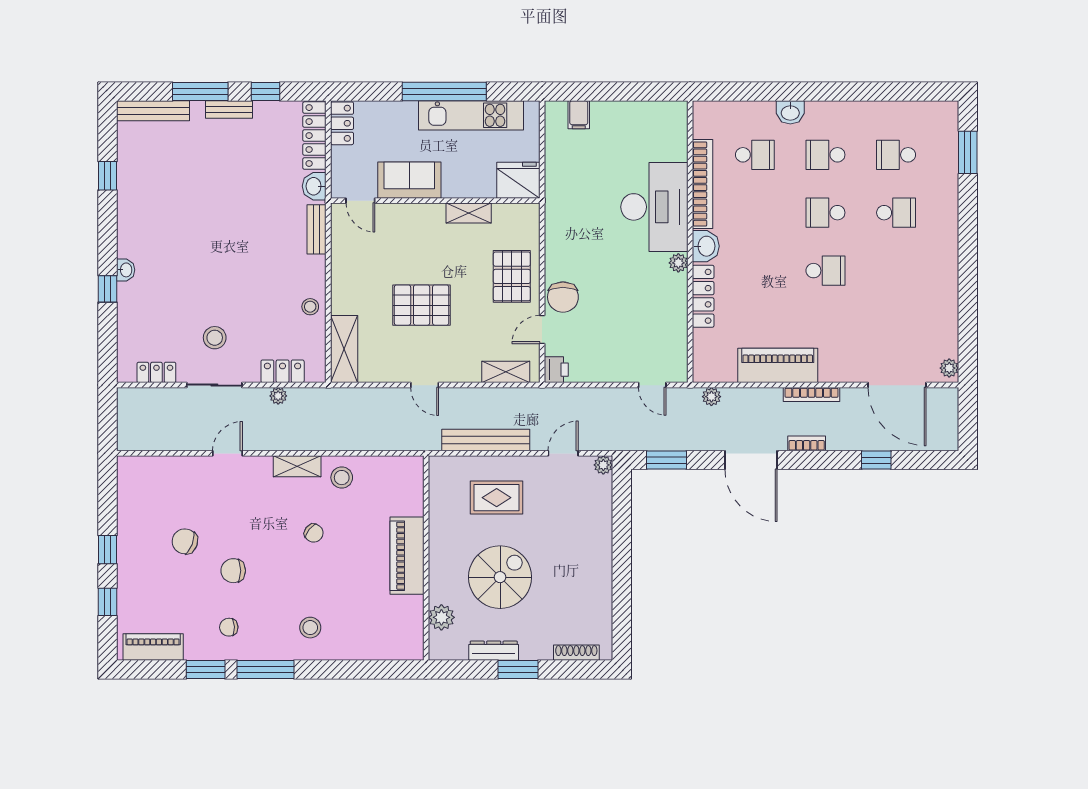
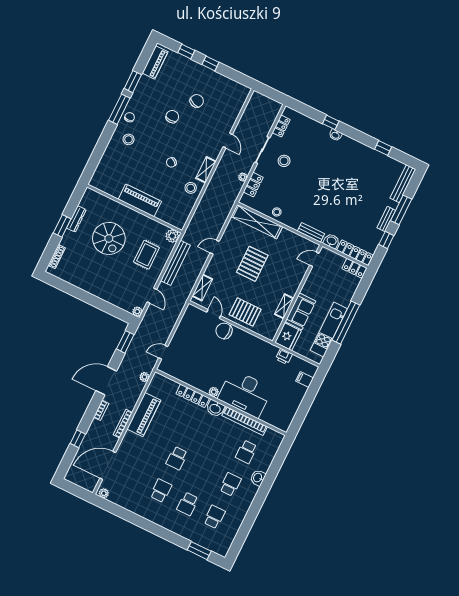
sofa: (409, 180) -> (300, 311), moved
school desk: (825, 213) -> (161, 491), moved
shelving: (344, 349) -> (257, 222), width x1.47
printer: (556, 370) -> (284, 356), moved
plant: (441, 617) -> (172, 236), moved
chair: (229, 627) -> (130, 117), moved

